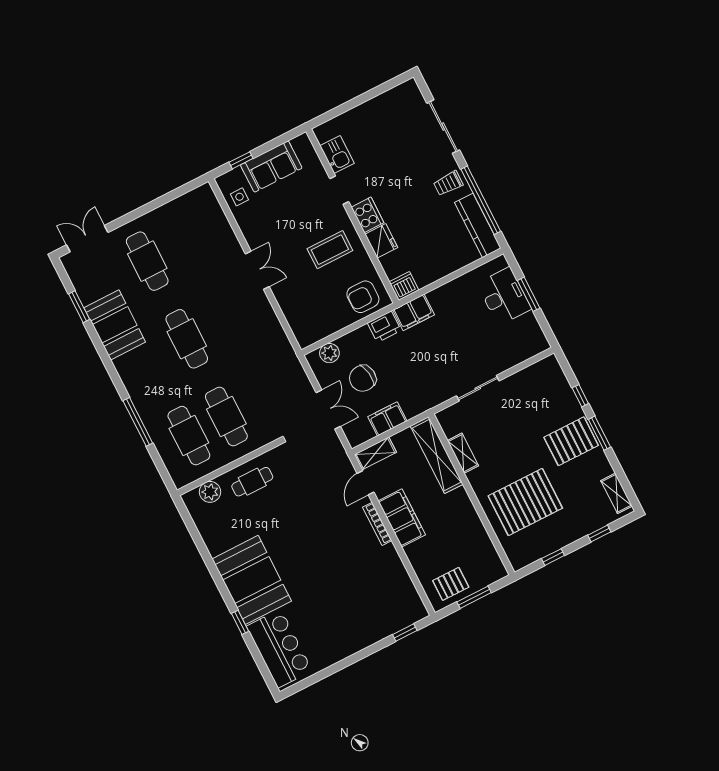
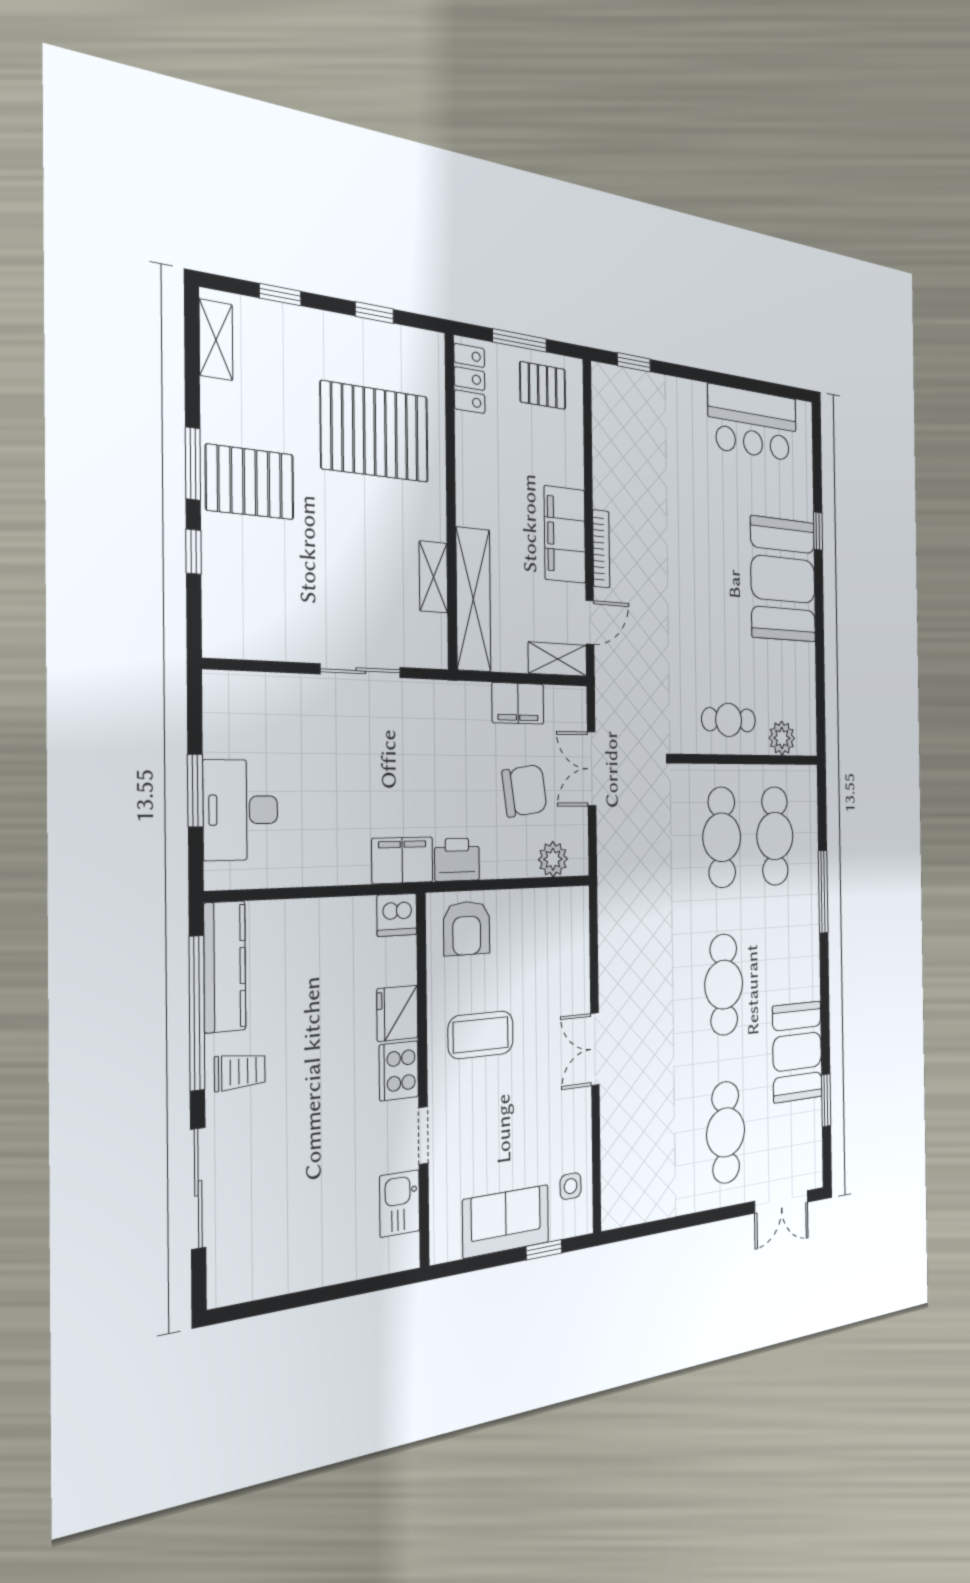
armchair: (363, 297) -> (467, 928), turned 90
locker: (491, 560) -> (469, 379), added
bar counter: (279, 648) -> (753, 423), moved, turned -90

